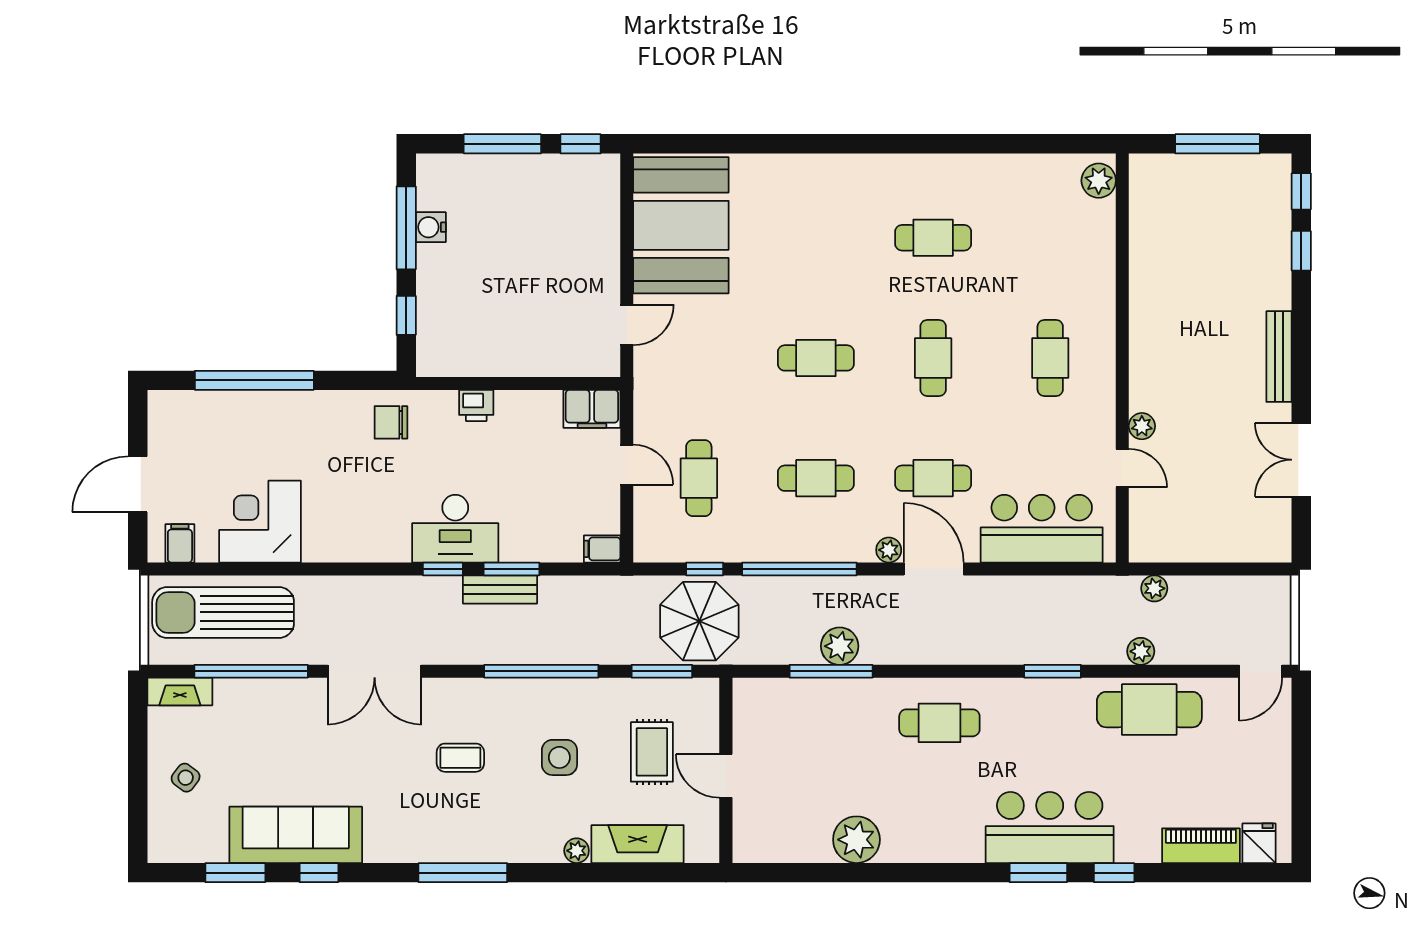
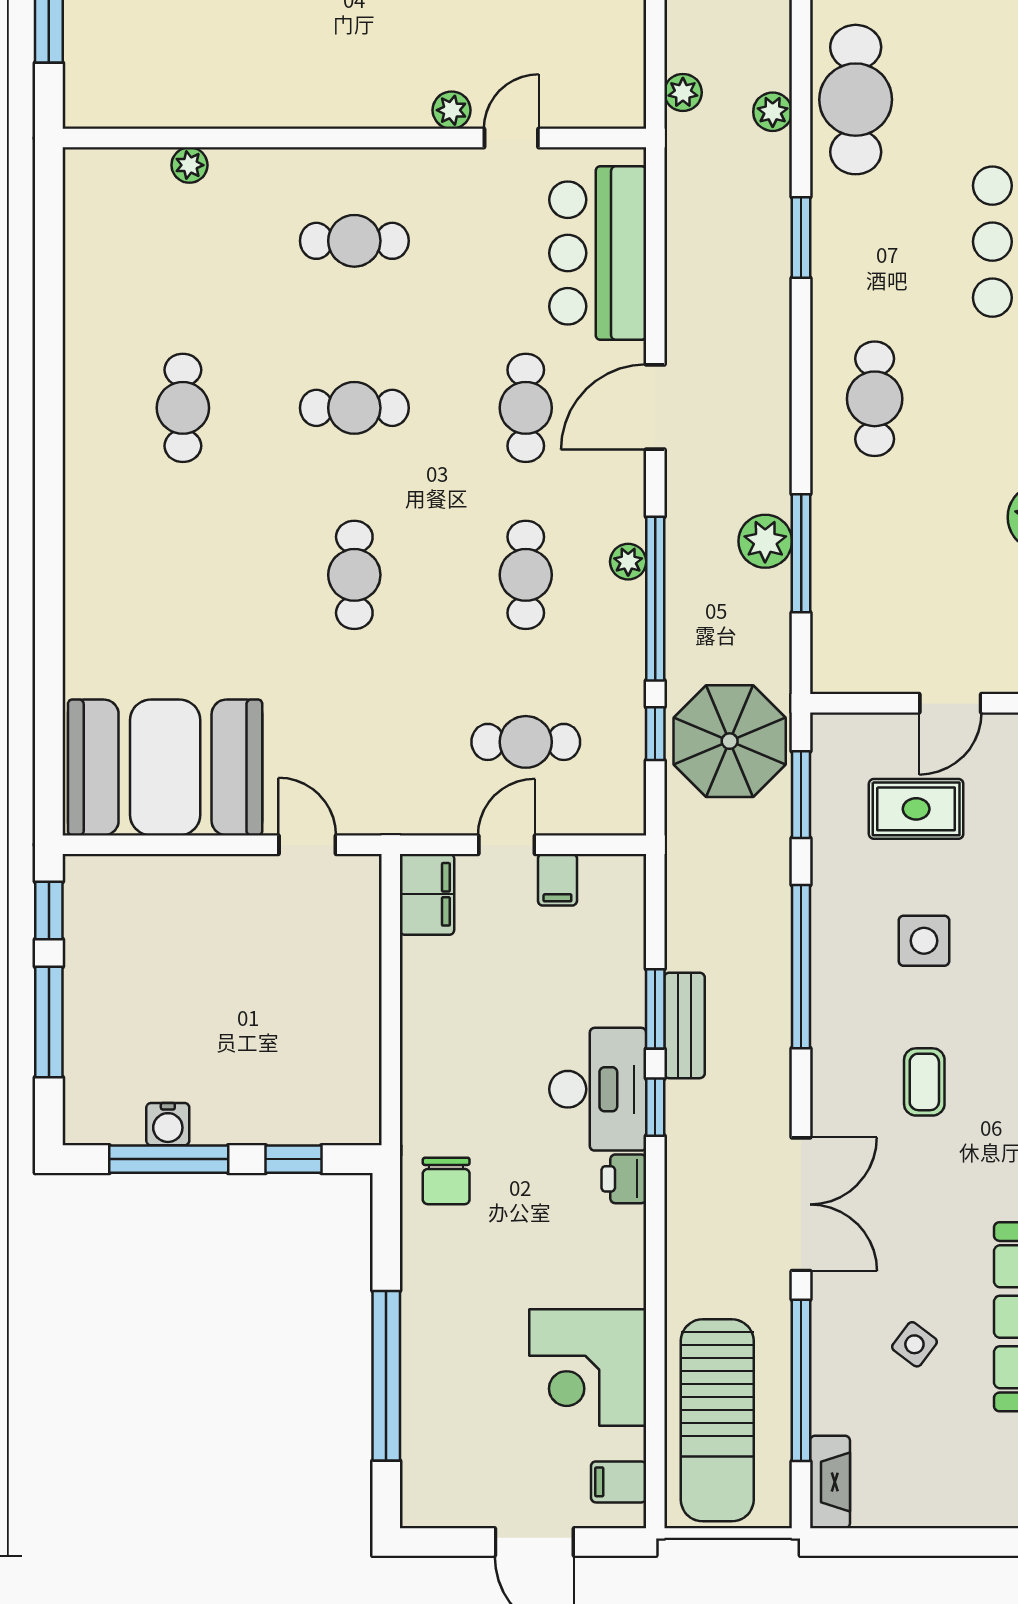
plant: (1099, 181) -> (189, 165), moved, width x0.73, depth x0.73
printer: (476, 406) -> (624, 1179), moved, turned 180
filing cabinet: (602, 549) -> (557, 880), moved
plant: (889, 550) -> (628, 562), moved
side table: (186, 778) -> (914, 1344), moved

